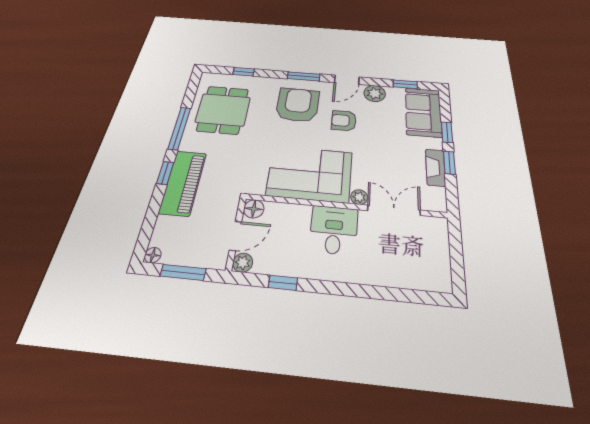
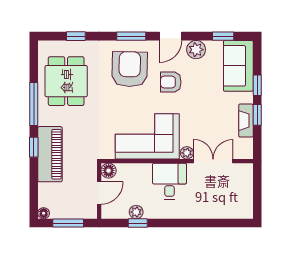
plant: (243, 263) -> (136, 212), moved

